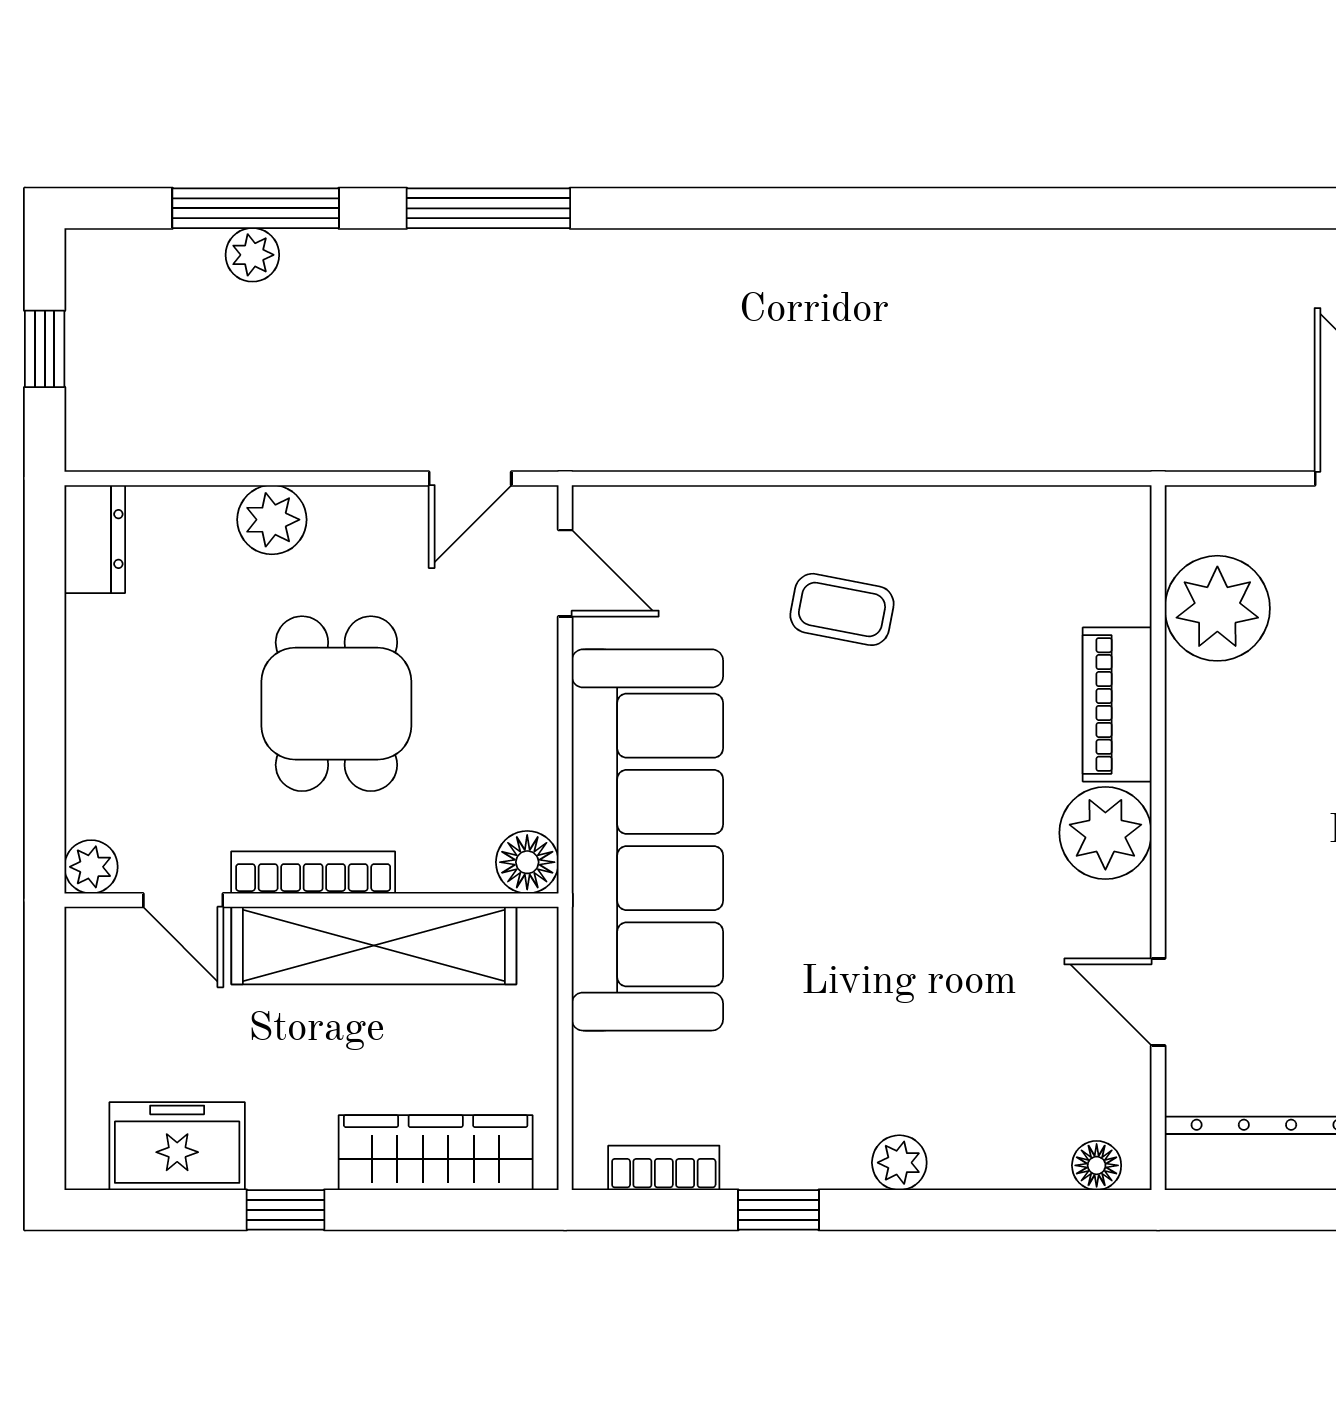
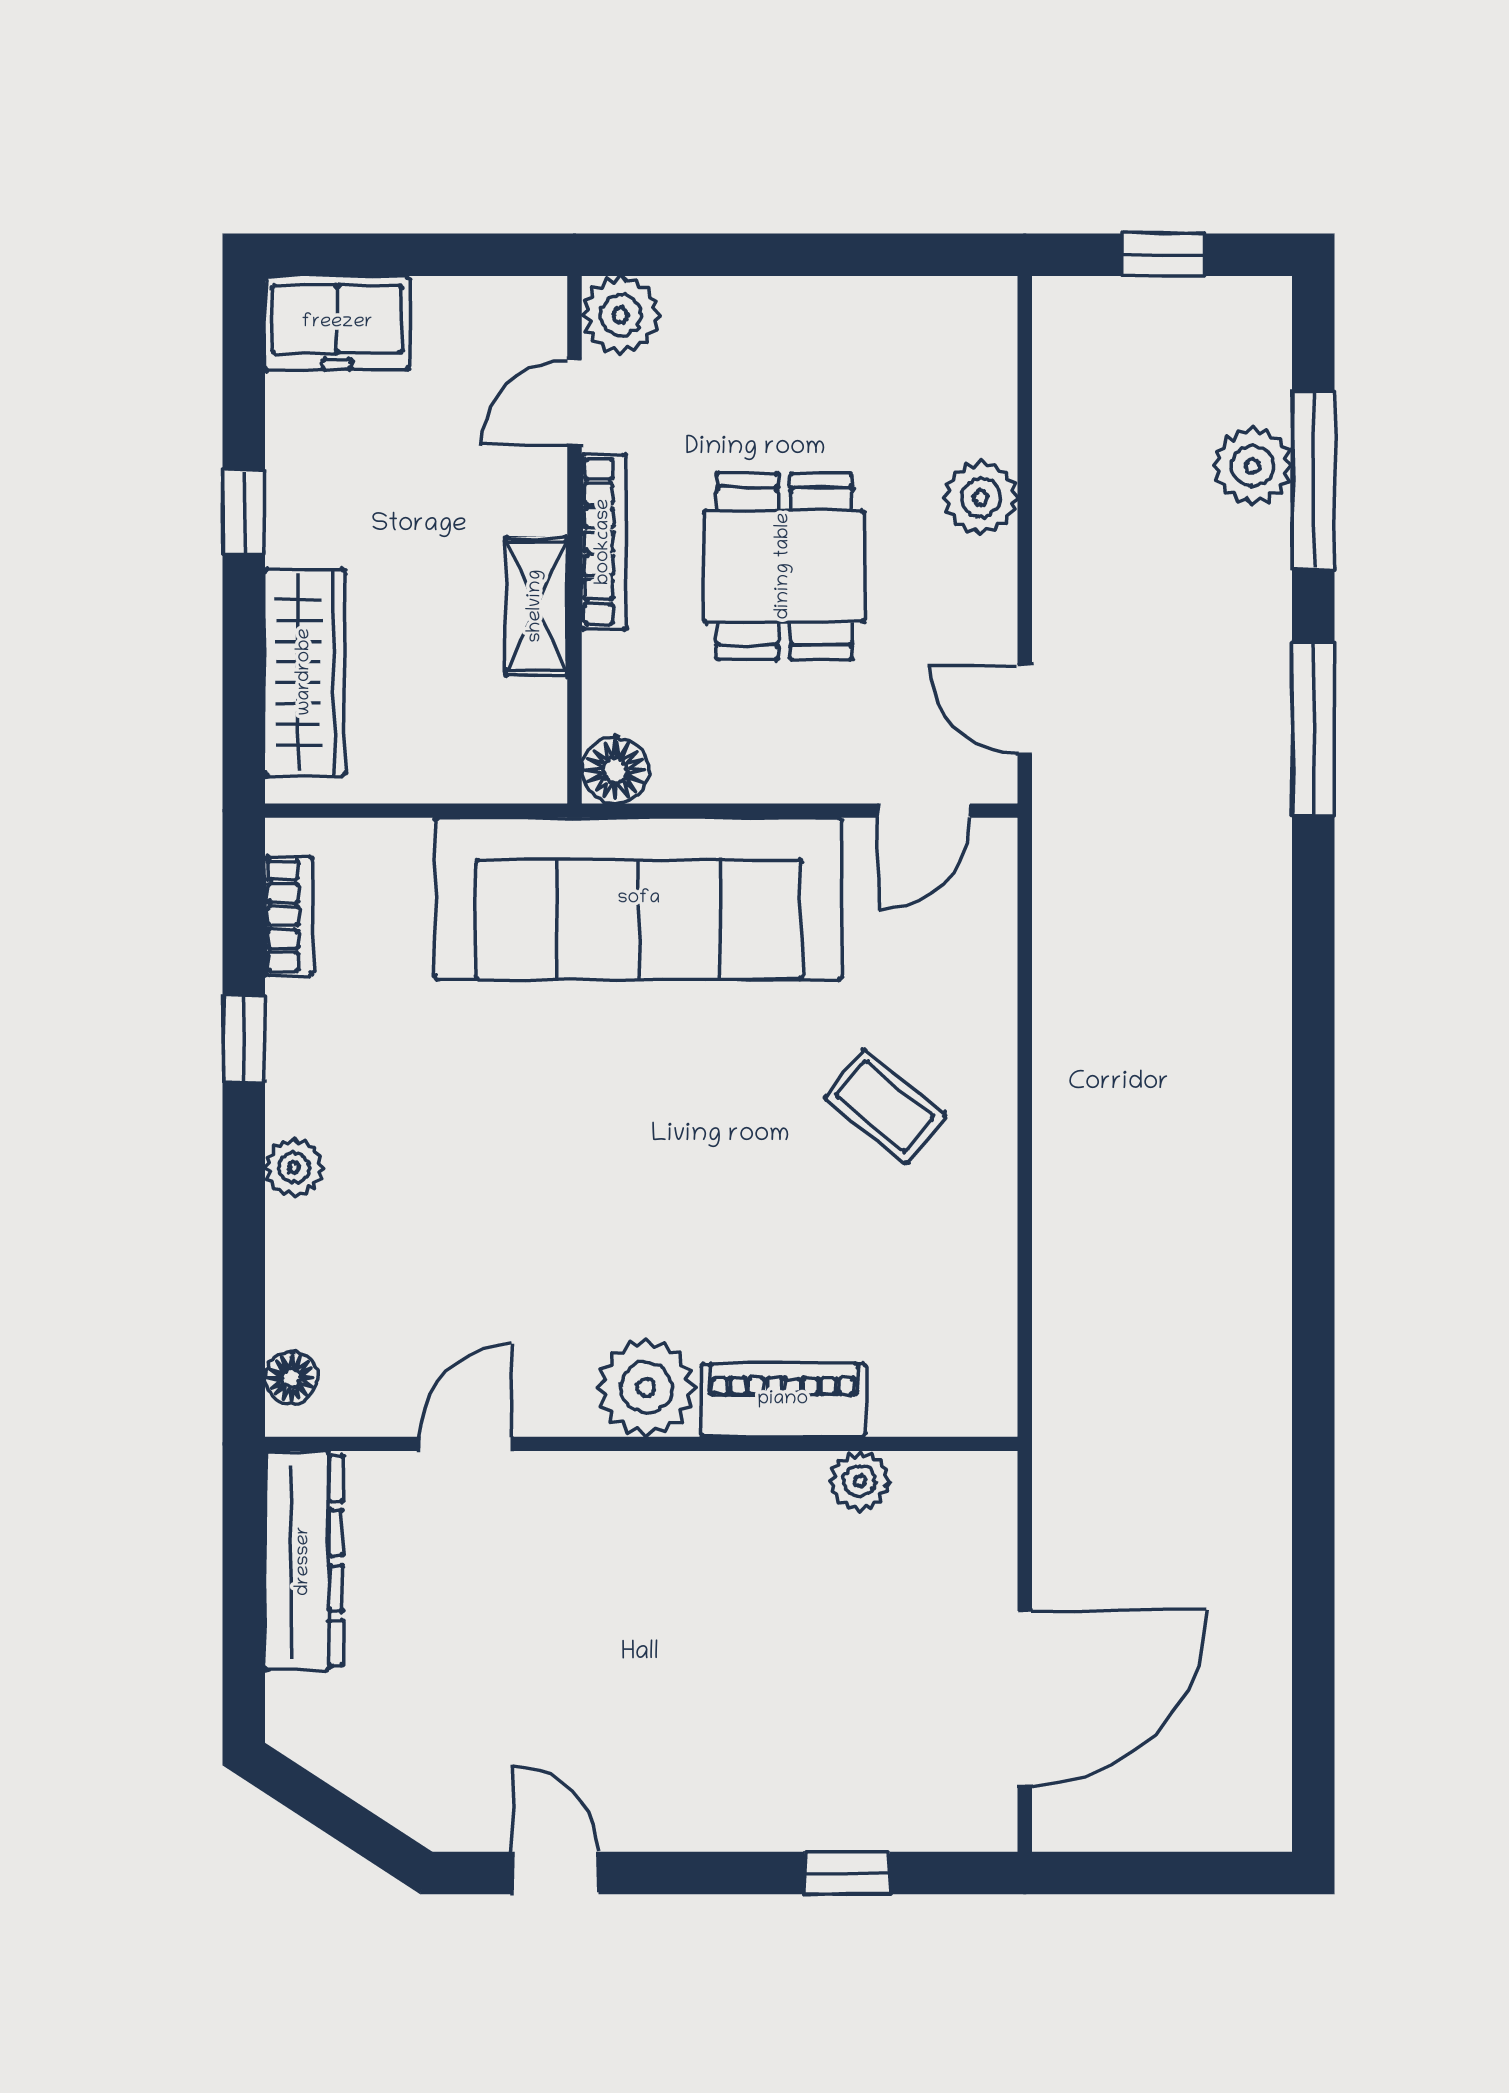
plant: (252, 255) -> (1253, 466), width x1.38, depth x1.38
dresser: (95, 539) -> (960, 308), removed
plant: (1217, 608) -> (860, 1481), width x0.53, depth x0.53
coffee table: (842, 609) -> (885, 1106), turned -62
dining table: (336, 704) -> (784, 566), turned 90
plant: (91, 867) -> (621, 315), width x1.38, depth x1.38
shelving: (374, 946) -> (536, 606), width x0.45, depth x0.75
freezer: (177, 1146) -> (337, 323), moved, turned 90

